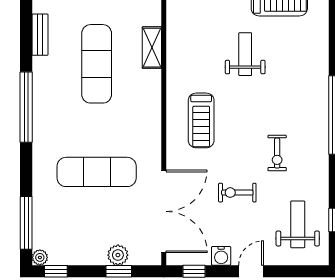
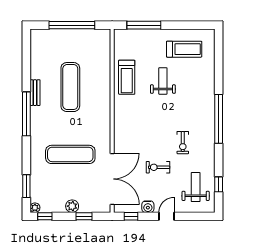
bench: (40, 35) -> (35, 93), moved
shelving: (152, 48) -> (105, 77), removed
treadmill: (201, 120) -> (127, 77), moved
window: (26, 223) -> (26, 186), width x0.69
plant: (118, 255) -> (72, 206), moved

